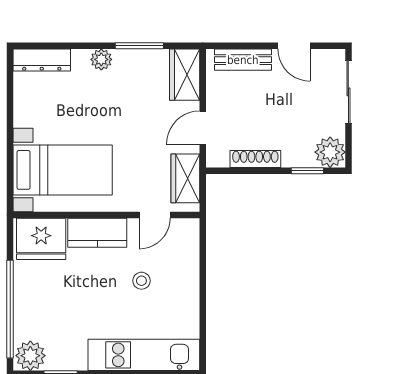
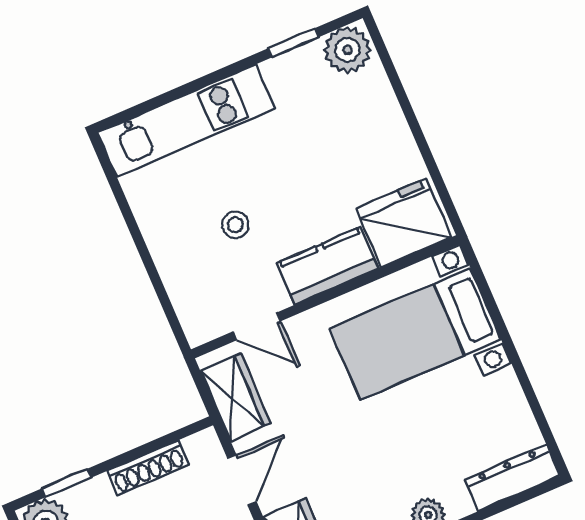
door: (155, 215) -> (257, 326), swing flipped
window: (10, 309) -> (405, 104), removed

